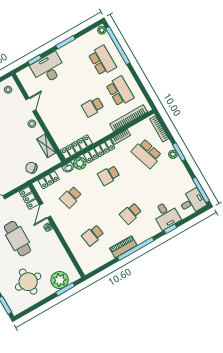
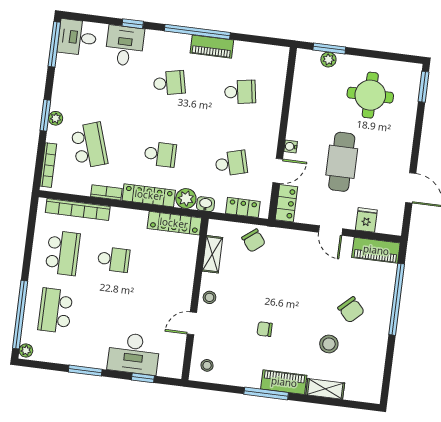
school desk: (120, 91) -> (63, 253), turned 180
plant: (60, 280) -> (328, 60), width x0.53, depth x0.53

